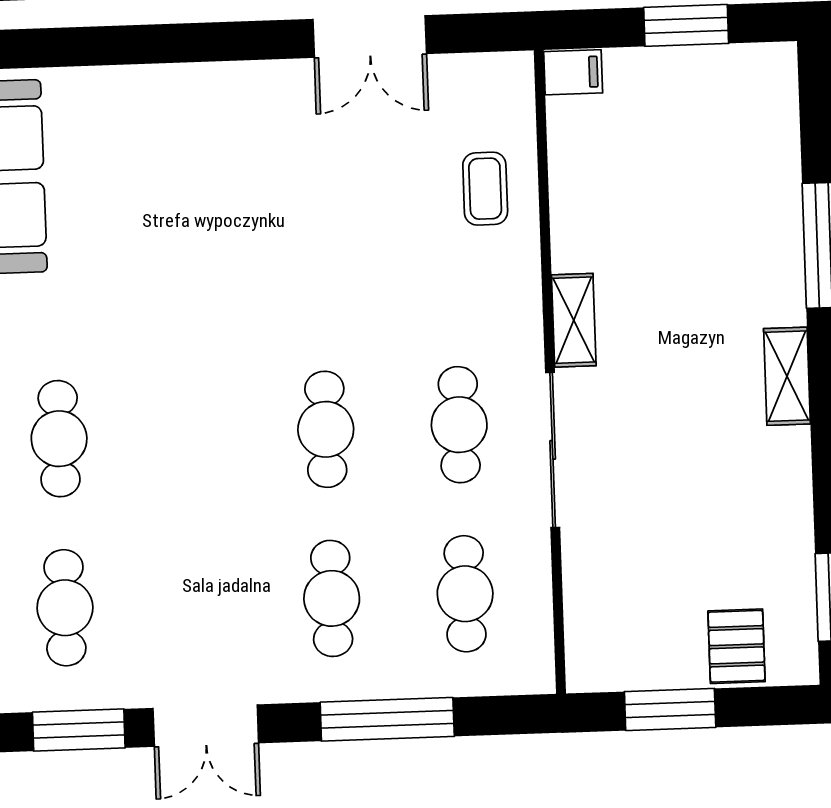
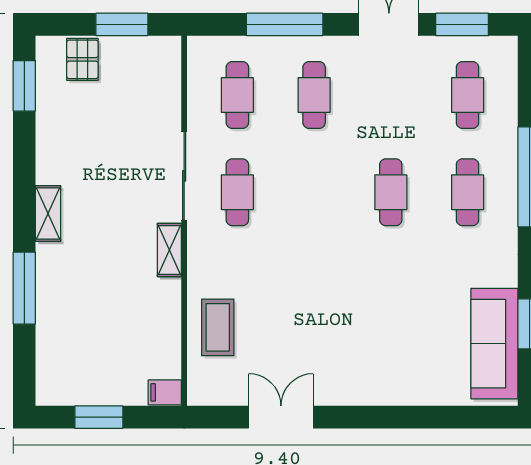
coffee table: (485, 189) -> (218, 327), width x1.36, depth x1.30
cafe table: (326, 429) -> (391, 192), moved

